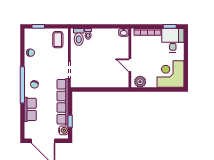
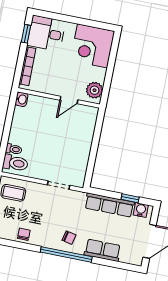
row of seats: (63, 102) -> (109, 205), width x0.73

